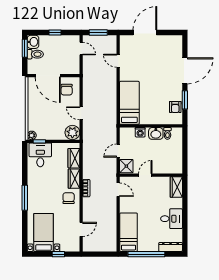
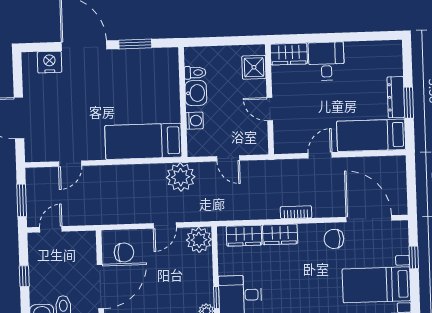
nightstand: (176, 51) -> (49, 62), added
armchair: (175, 107) -> (148, 60), removed
plant: (108, 123) -> (181, 177), added
shower: (126, 166) -> (254, 67), moved
door: (118, 190) -> (320, 155), moved
chair: (69, 198) -> (334, 239), moved
desk: (171, 219) -> (326, 61), moved
door: (81, 229) -> (369, 219), width x1.88
dresser: (171, 247) -> (396, 97), moved
window: (146, 254) -> (409, 103), width x0.47

